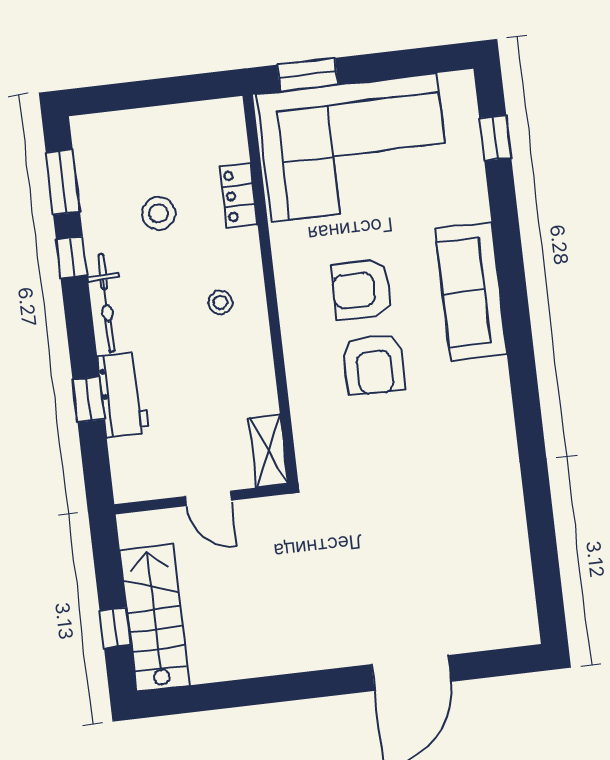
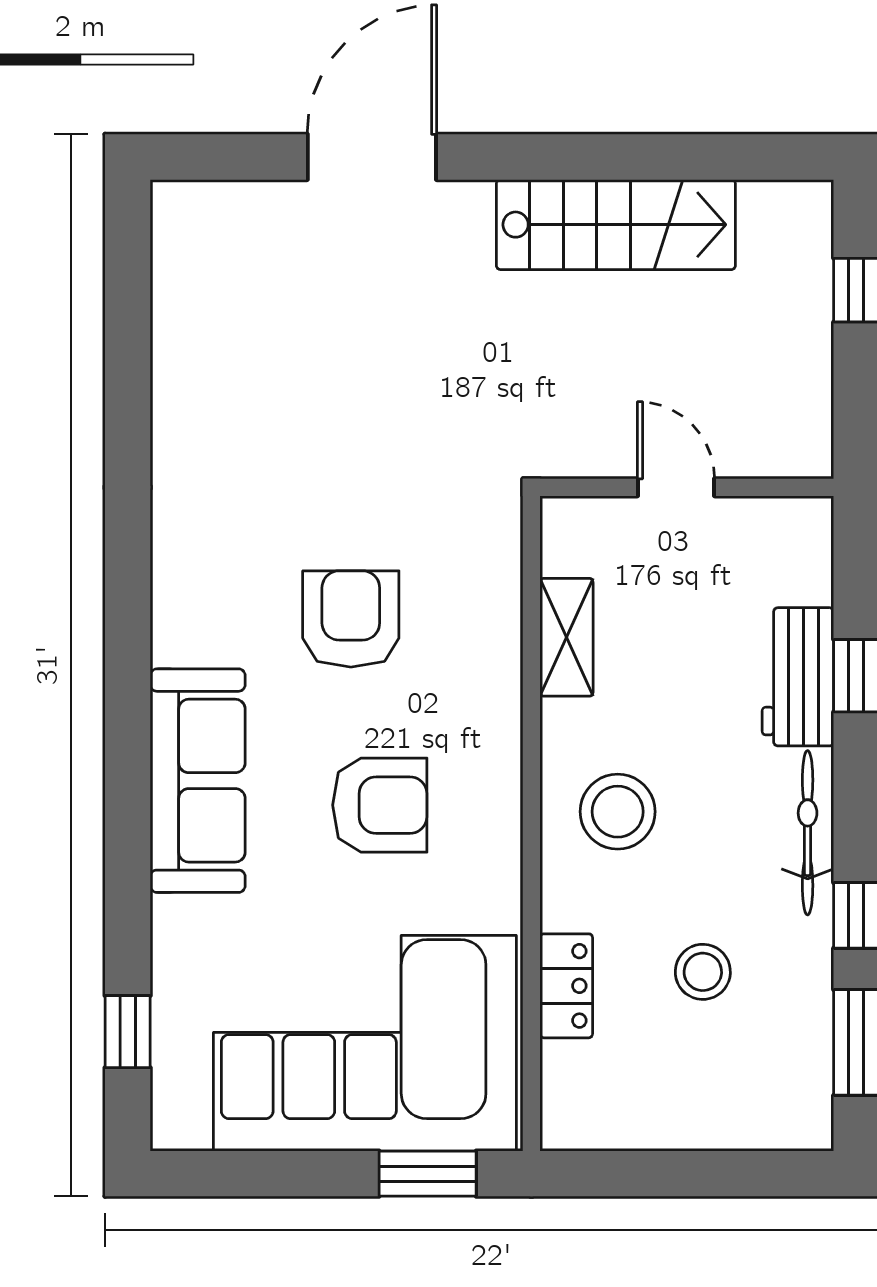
stool: (220, 302) -> (618, 812), width x1.89, depth x1.89
armchair: (374, 364) -> (351, 619), moved
shelving: (268, 451) -> (566, 637), moved
stairs: (155, 618) -> (616, 225), moved, turned -90

